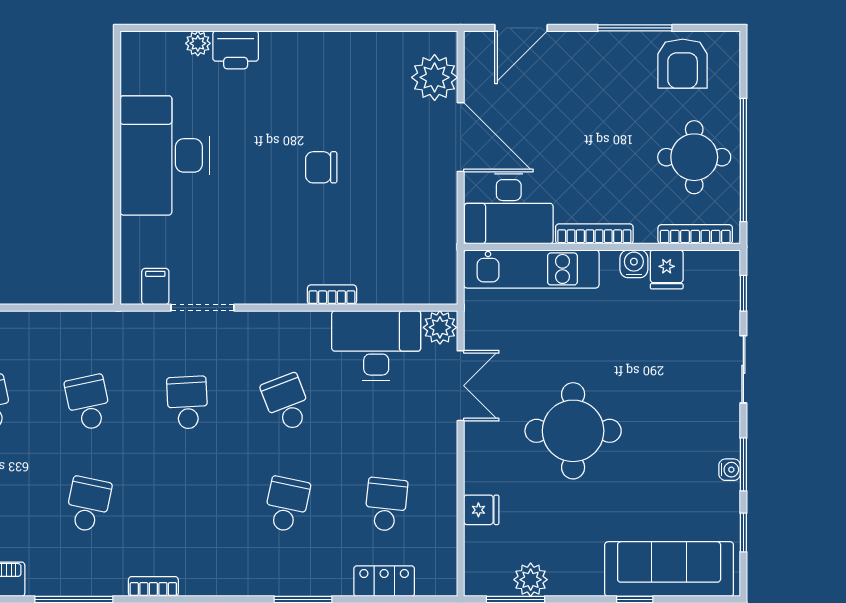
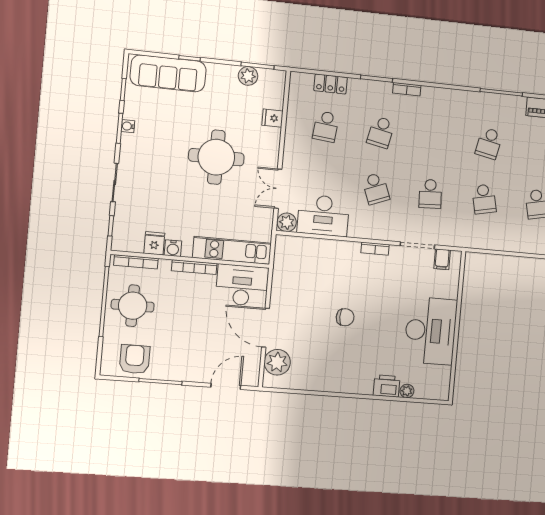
bookcase: (332, 295) -> (375, 249), moved
bookcase: (153, 587) -> (407, 89), moved

